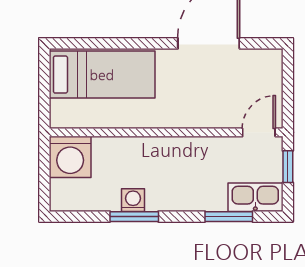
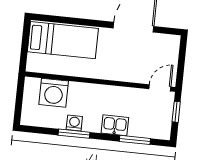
washing machine: (70, 157) -> (54, 93), moved
kitchen sink: (255, 197) -> (115, 125), moved, width x0.73

